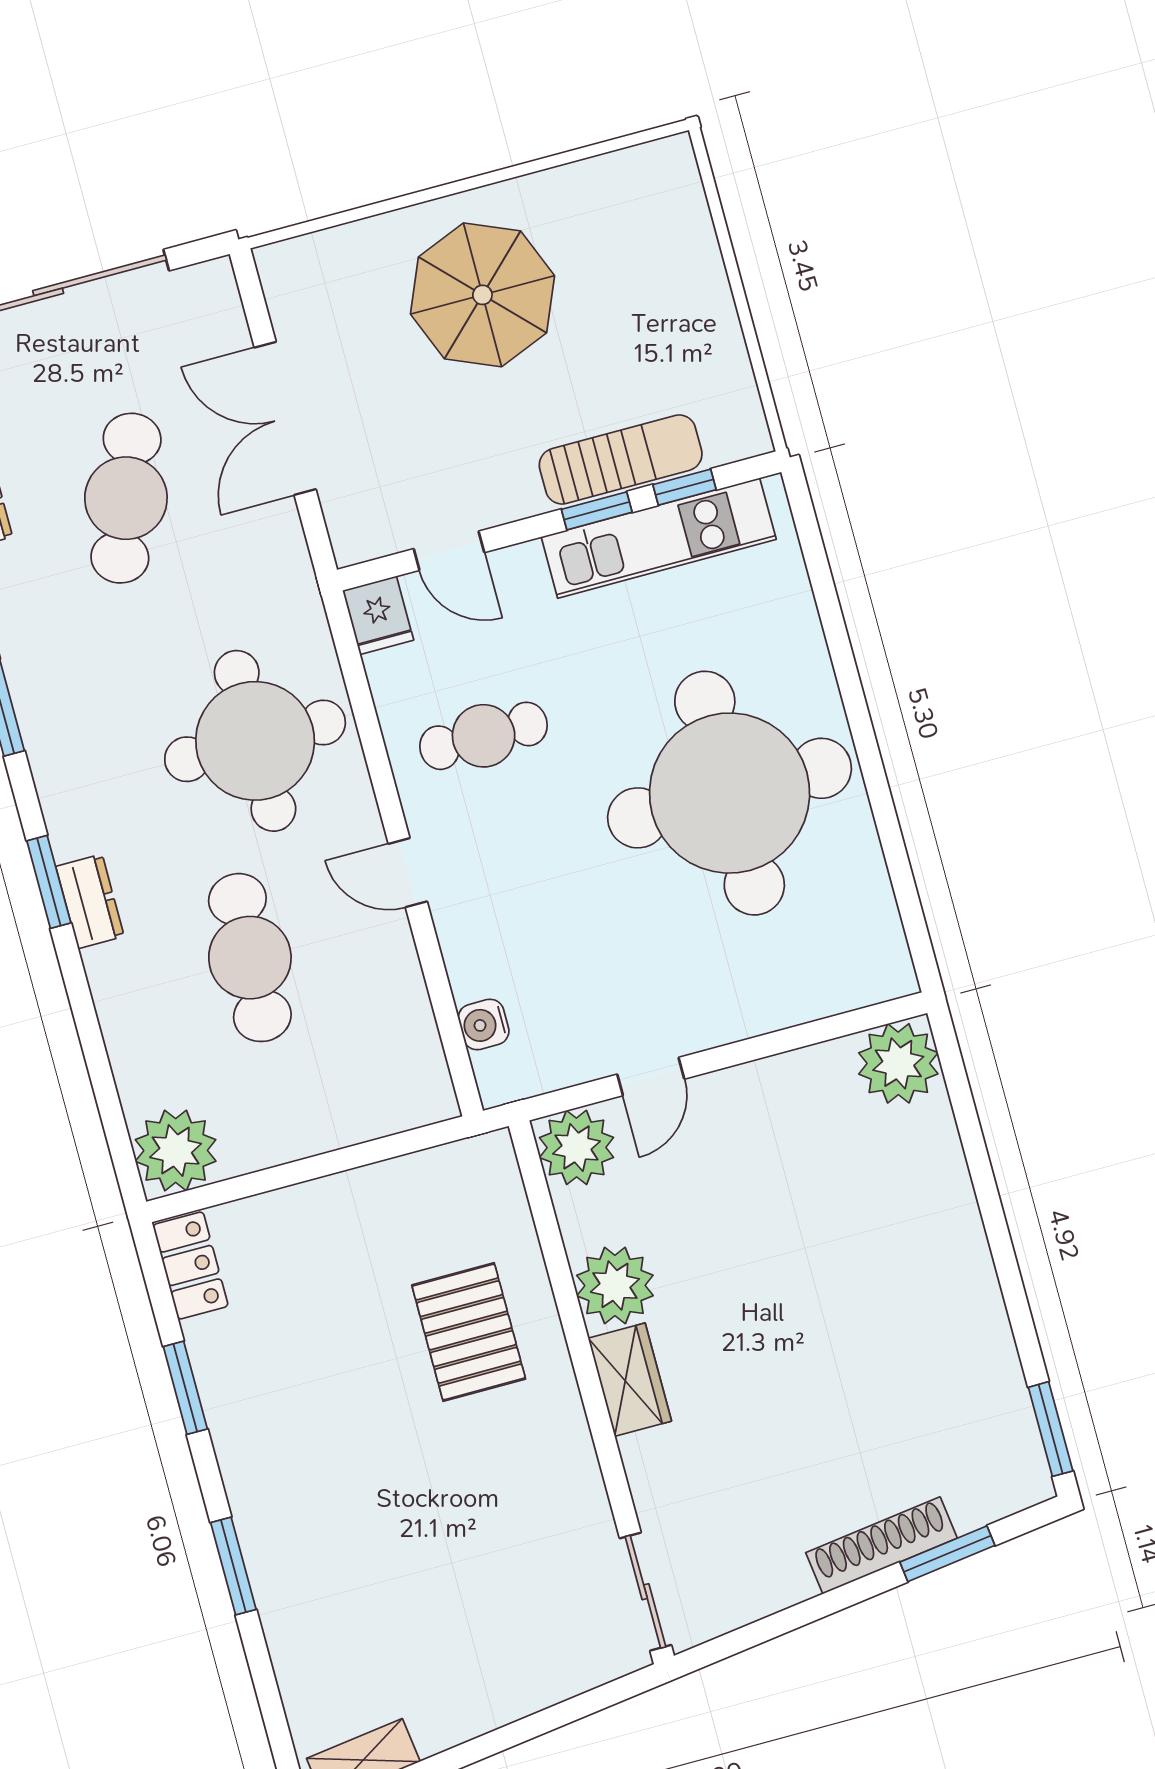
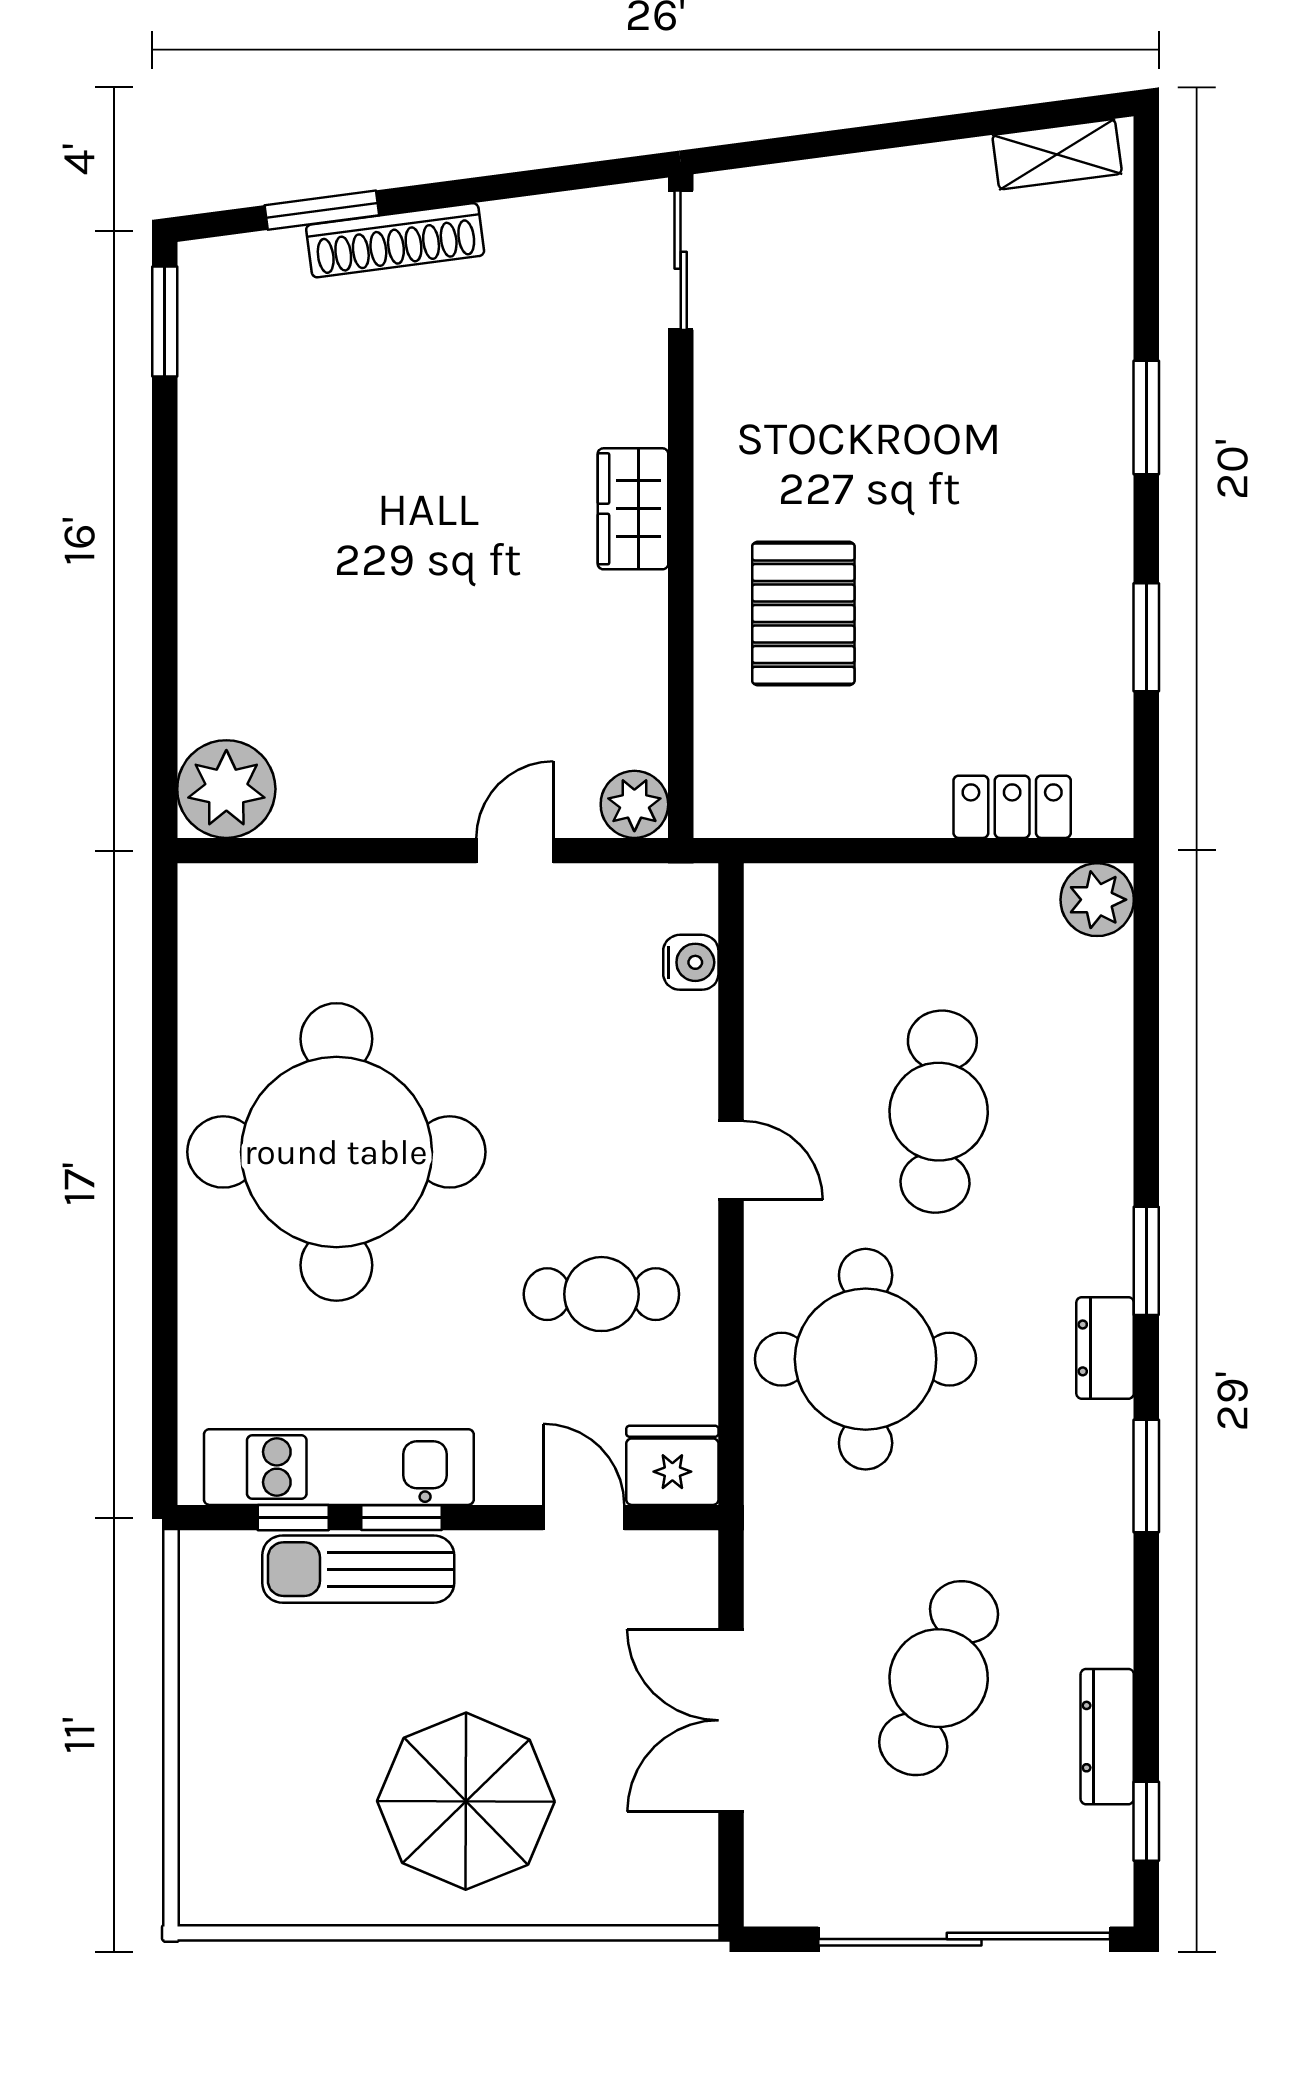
double door: (285, 418) -> (731, 1720), swing flipped
fridge: (378, 615) -> (672, 1465), width x1.38
dresser: (90, 901) -> (1105, 1348), moved
plant: (576, 1147) -> (634, 804), width x0.73, depth x0.73
plant: (176, 1150) -> (1097, 900), width x0.73, depth x0.73
locker: (190, 1266) -> (1012, 807), moved, turned 90
plant: (615, 1285) -> (621, 622), removed

